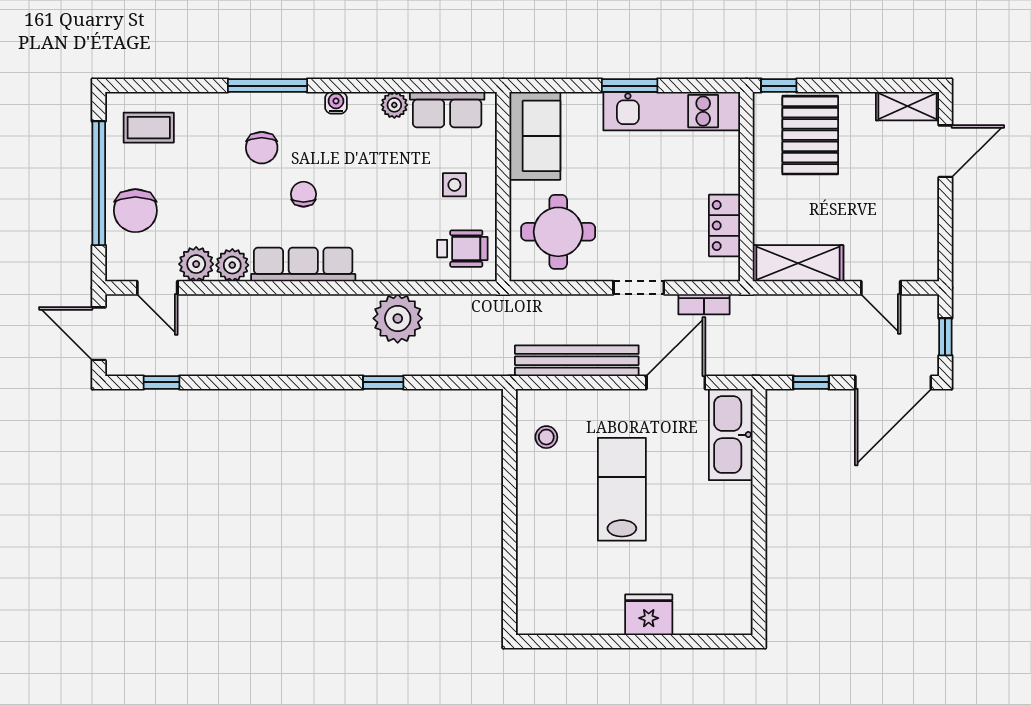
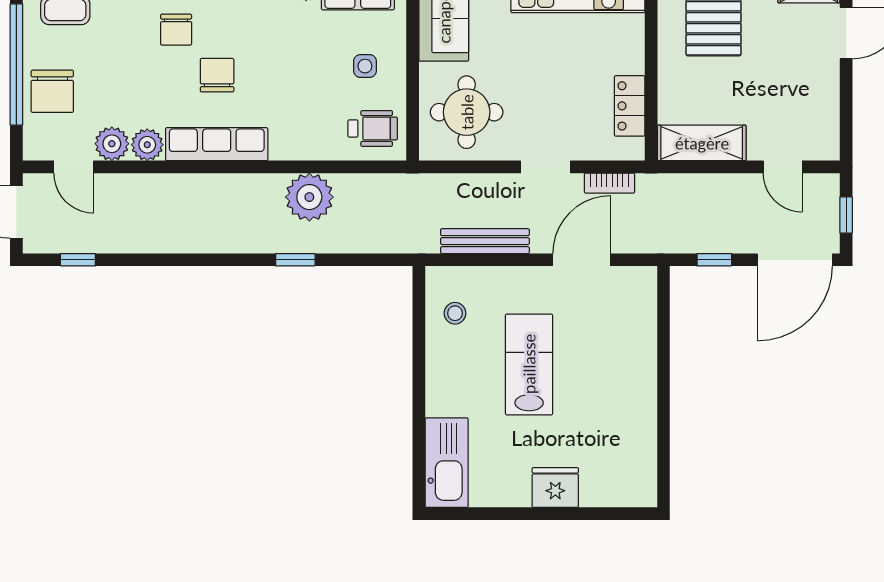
chair: (304, 194) -> (217, 75), width x1.37, depth x1.37
bench: (577, 361) -> (485, 241), width x0.73, depth x0.82
kitchen sink: (731, 435) -> (447, 463), moved, turned 180

